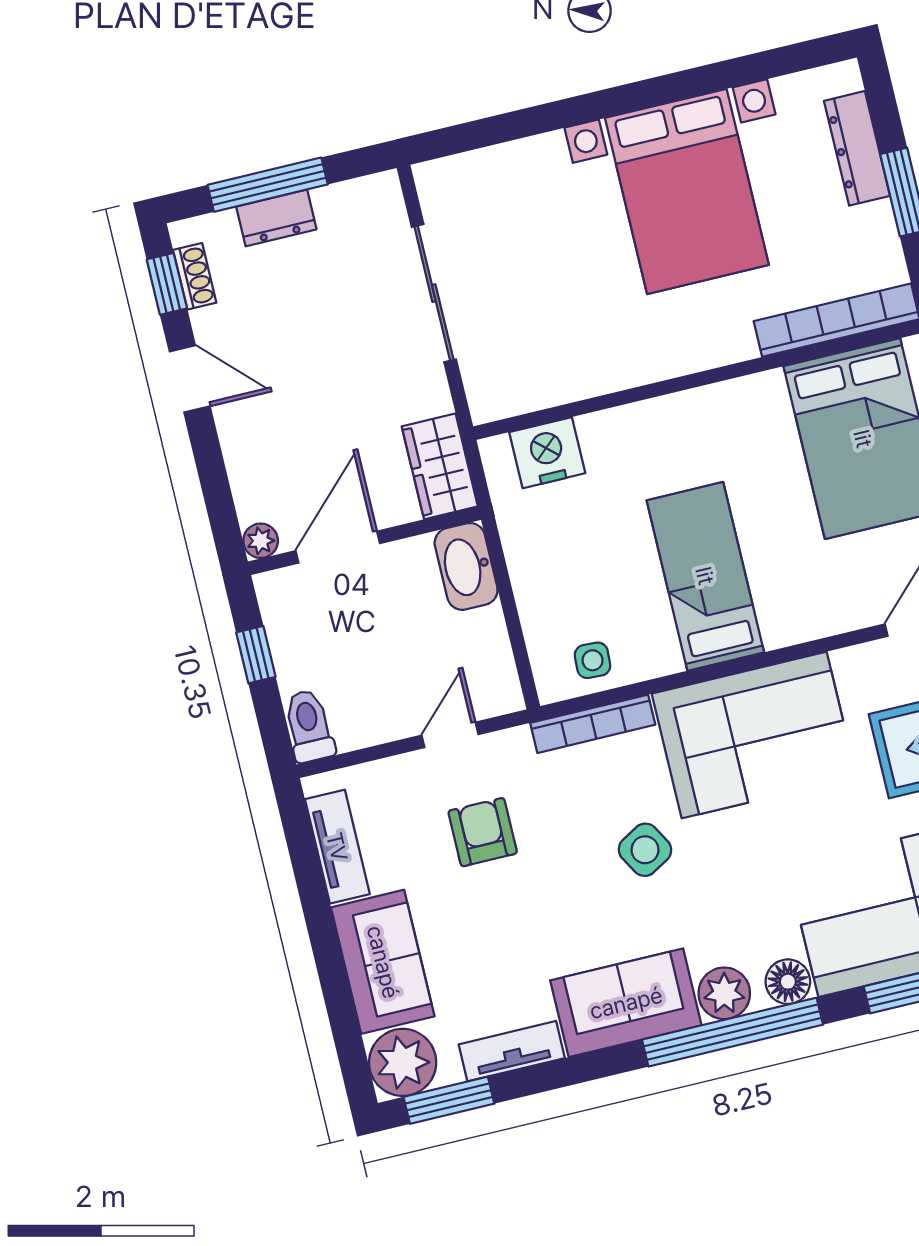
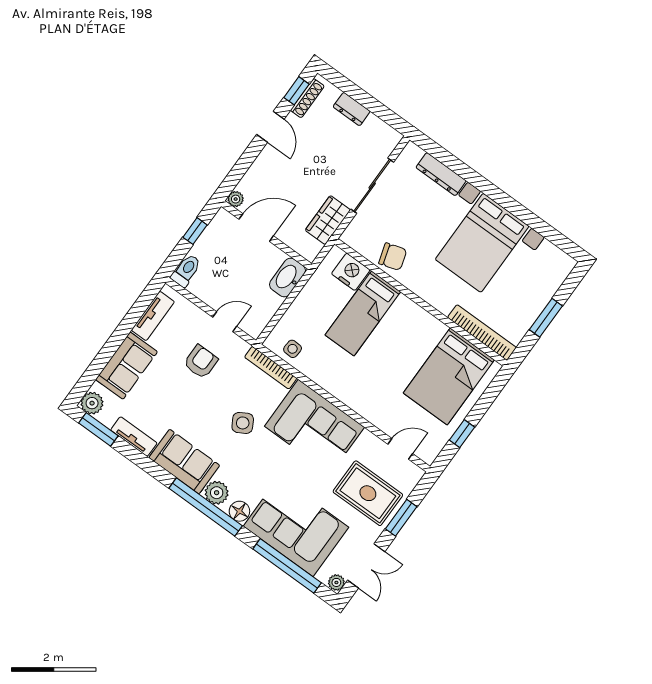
dresser: (857, 148) -> (441, 174), moved, turned -90
window: (268, 185) -> (361, 96), removed
shoe rack: (195, 276) -> (307, 98), width x1.43
chair: (582, 361) -> (393, 257), added
wardrobe: (440, 466) -> (328, 220), moved
bed: (705, 576) -> (363, 314), moved, turned 180
plant: (403, 1062) -> (92, 403), width x0.73, depth x0.73

